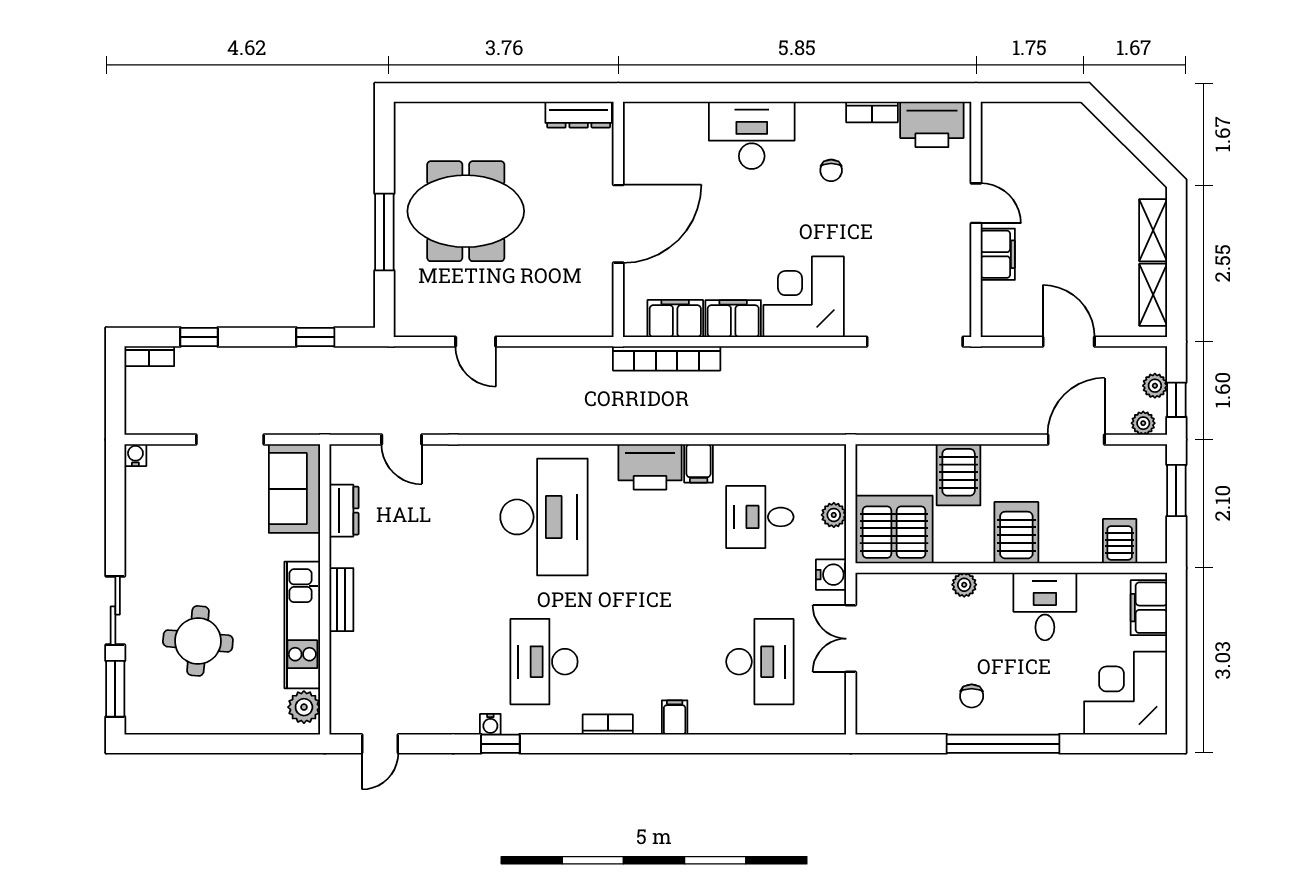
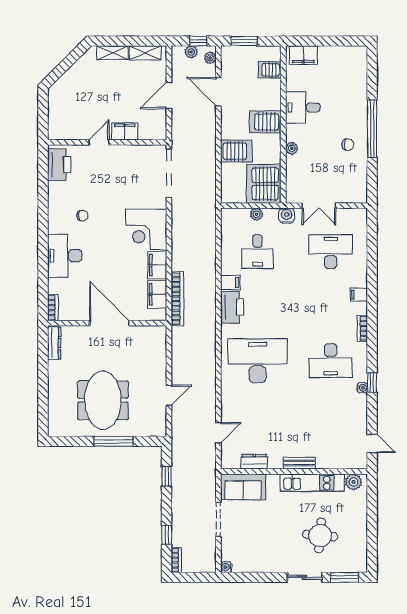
bookcase: (872, 112) -> (53, 308), moved
corner desk: (1126, 693) -> (346, 67), removed

